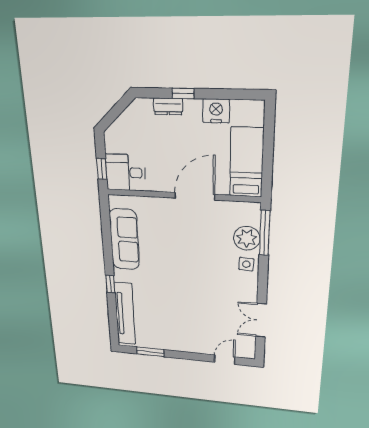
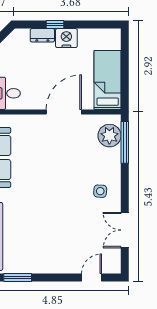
nightstand: (216, 111) -> (66, 38), moved
plant: (247, 238) -> (109, 136), moved
side table: (246, 264) -> (100, 191), moved

